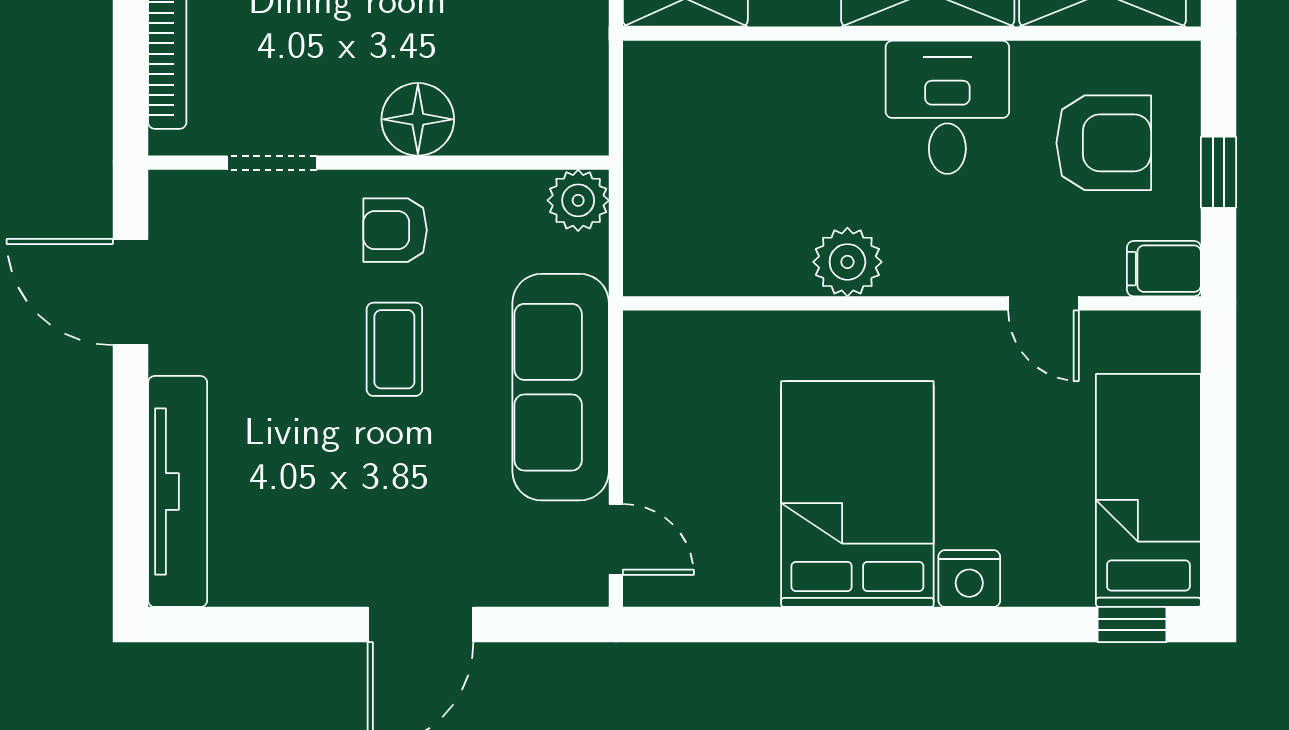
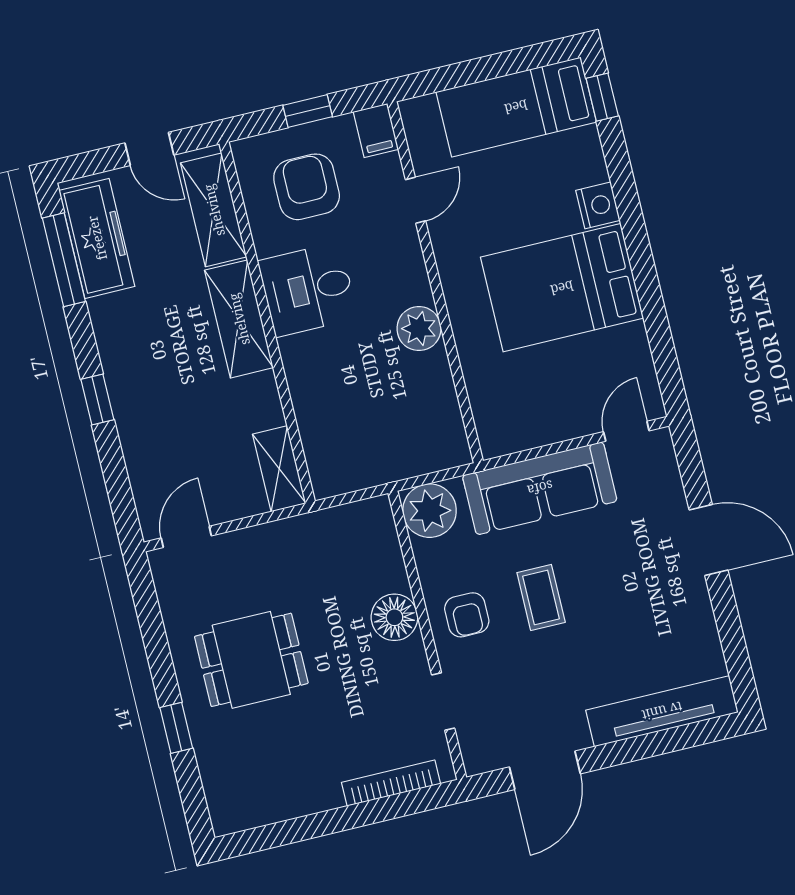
plant: (578, 200) -> (430, 511), width x1.36, depth x1.36
coffee table: (394, 349) -> (541, 597), turned 90

